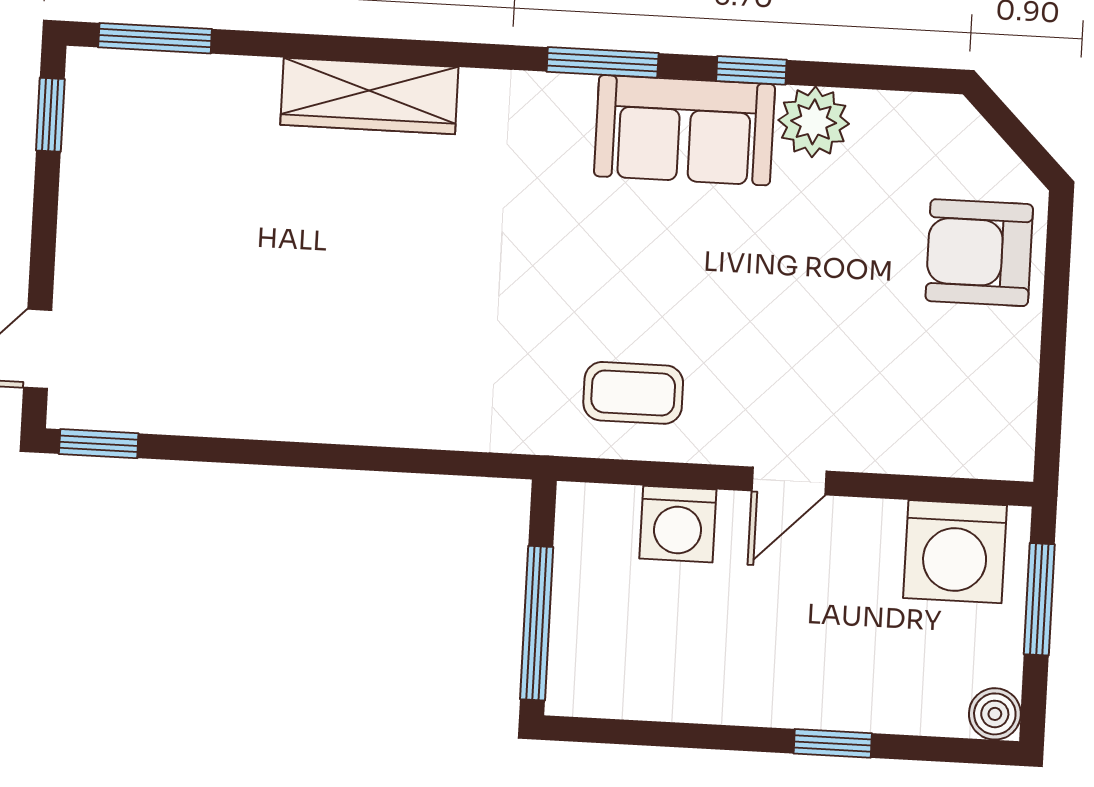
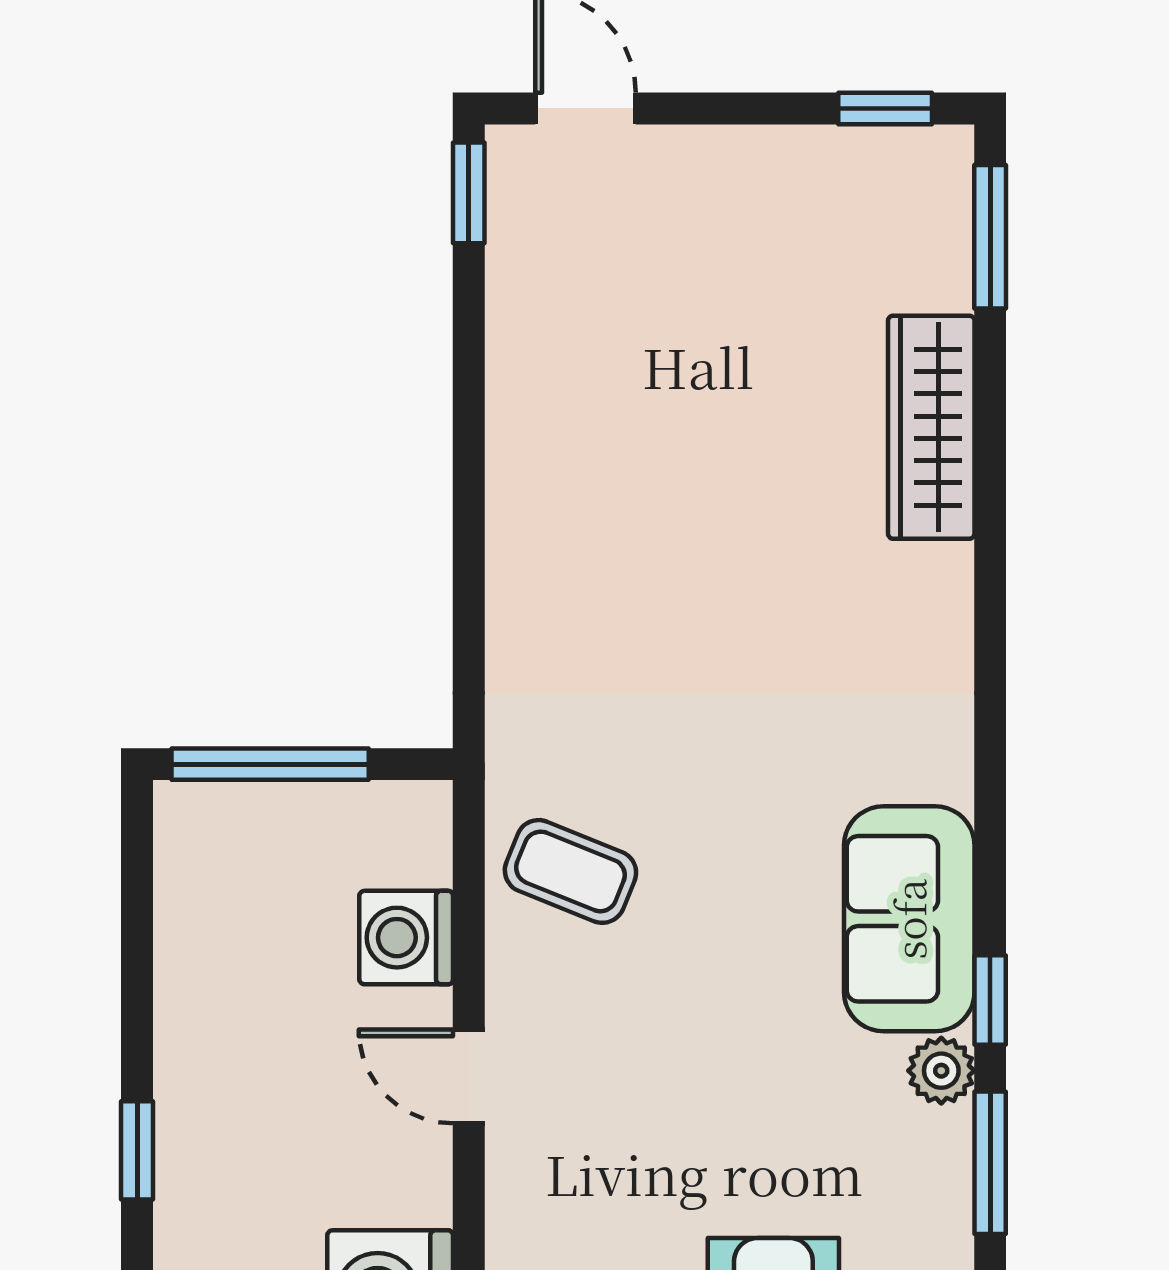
window: (603, 62) -> (990, 1163), moved
wardrobe: (369, 96) -> (931, 427), moved
plant: (814, 122) -> (941, 1071), width x0.73, depth x0.73
coffee table: (633, 393) -> (570, 871), turned -68

